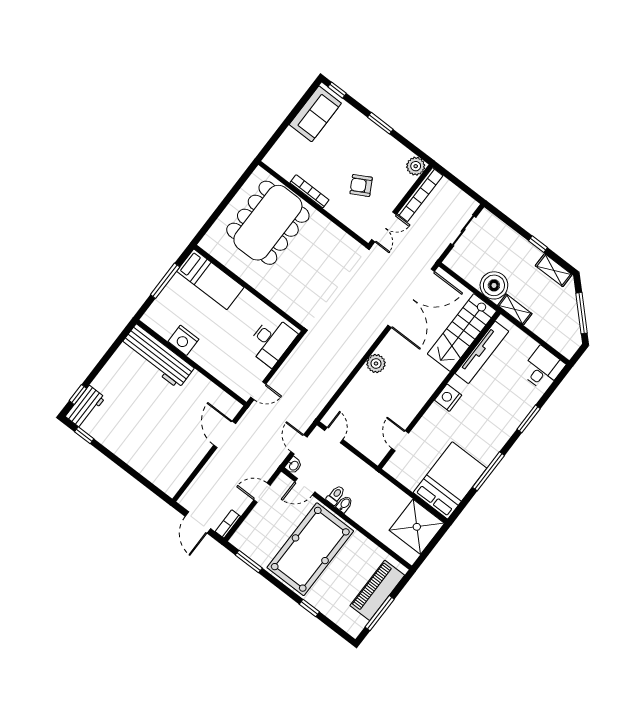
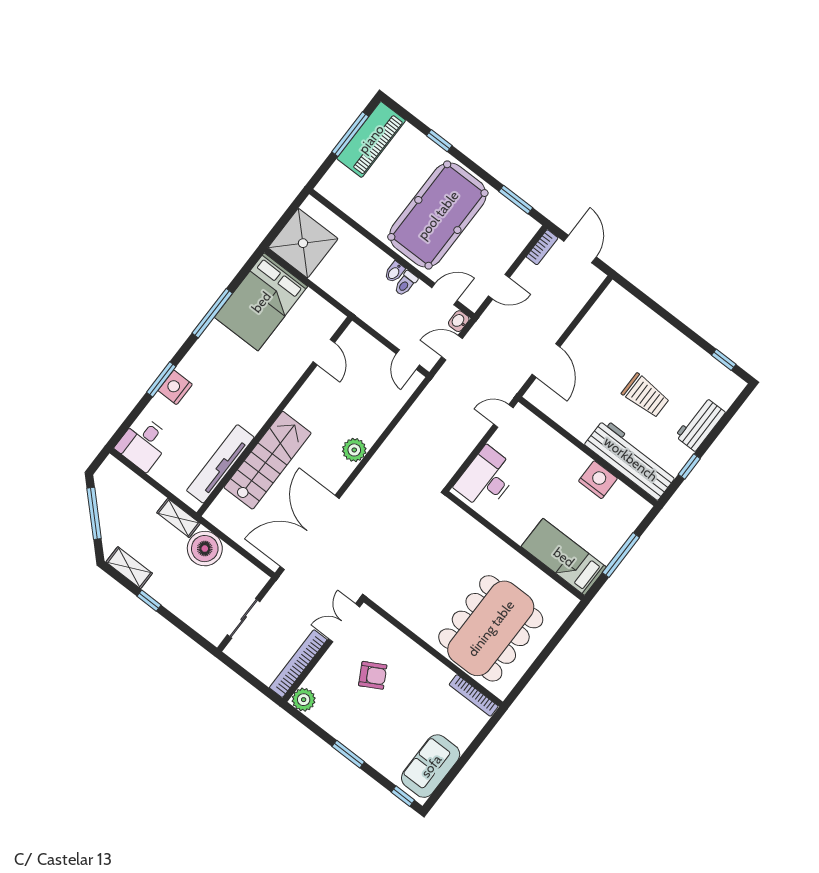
bookcase: (309, 191) -> (474, 695), moved
stairs: (462, 333) -> (268, 460), moved
window: (78, 394) -> (689, 466), moved
nightstand: (448, 398) -> (175, 387), moved, turned 180
workbench: (85, 407) -> (700, 424), moved
trolley: (146, 407) -> (645, 396), added
door: (299, 444) -> (452, 348), swing flipped
piano: (377, 590) -> (371, 139), moved

